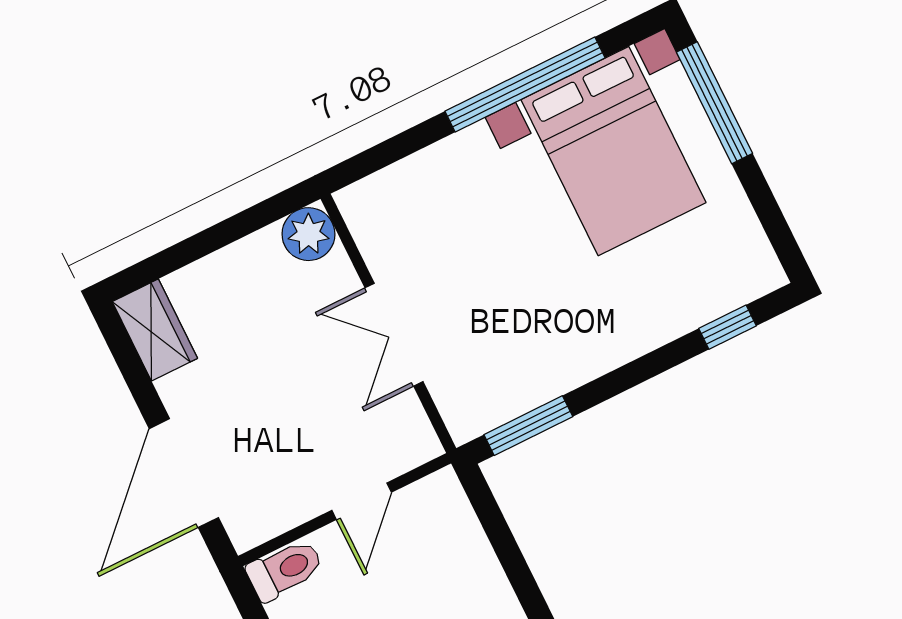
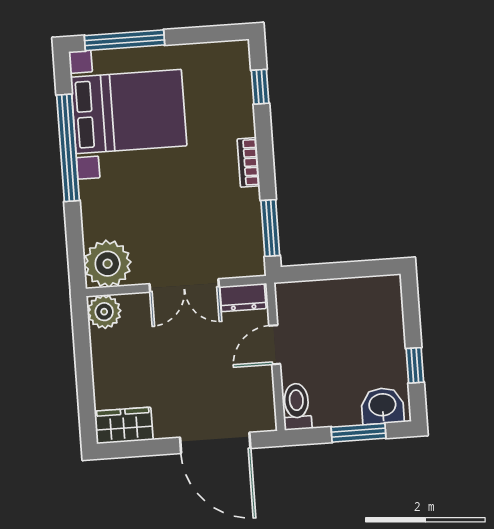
plant: (380, 210) -> (108, 264), added
bookcase: (611, 355) -> (248, 162), added
dresser: (411, 427) -> (243, 297), added
door: (362, 501) -> (275, 345), swing flipped

